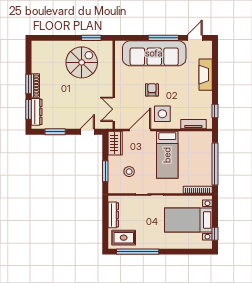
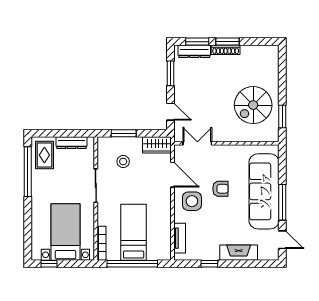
spiral stairs: (82, 62) -> (253, 105), turned 90
window: (215, 111) -> (209, 264), moved
bed: (167, 155) -> (134, 232), moved, turned 90

